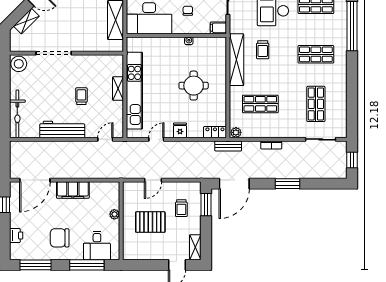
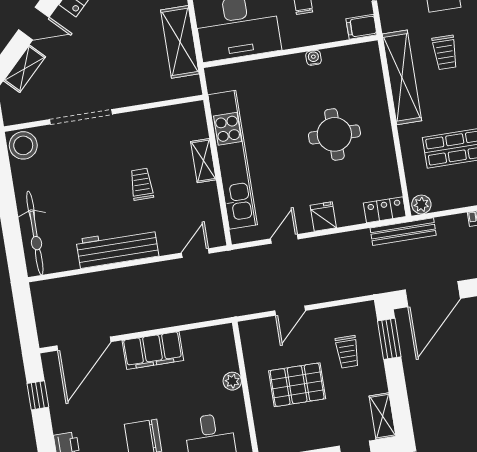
bench: (228, 146) -> (403, 232), width x1.36

